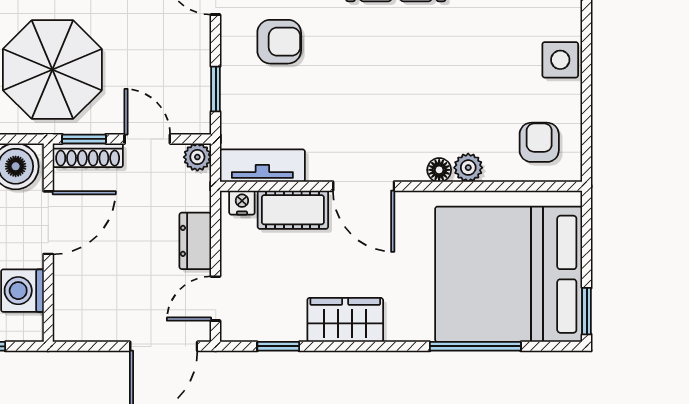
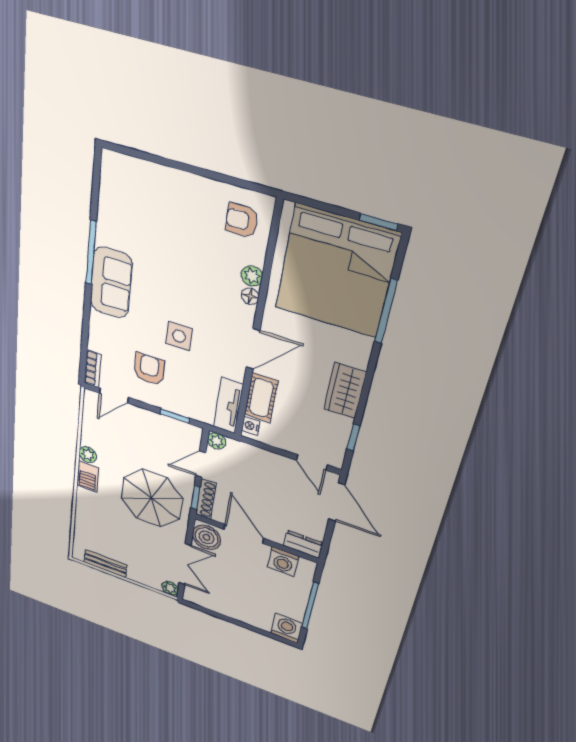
side table: (560, 60) -> (179, 336), moved
dresser: (195, 241) -> (303, 544), moved, turned 180

